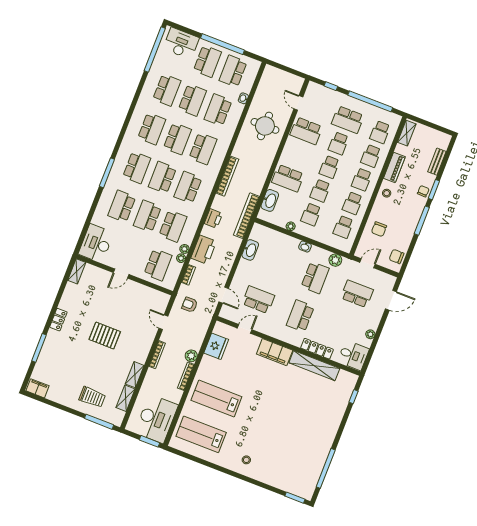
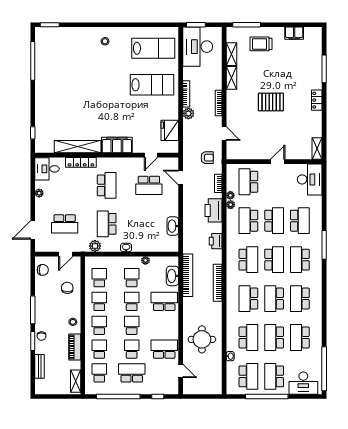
bookcase: (246, 216) -> (188, 275), moved
filing cabinet: (38, 388) -> (294, 33), moved

